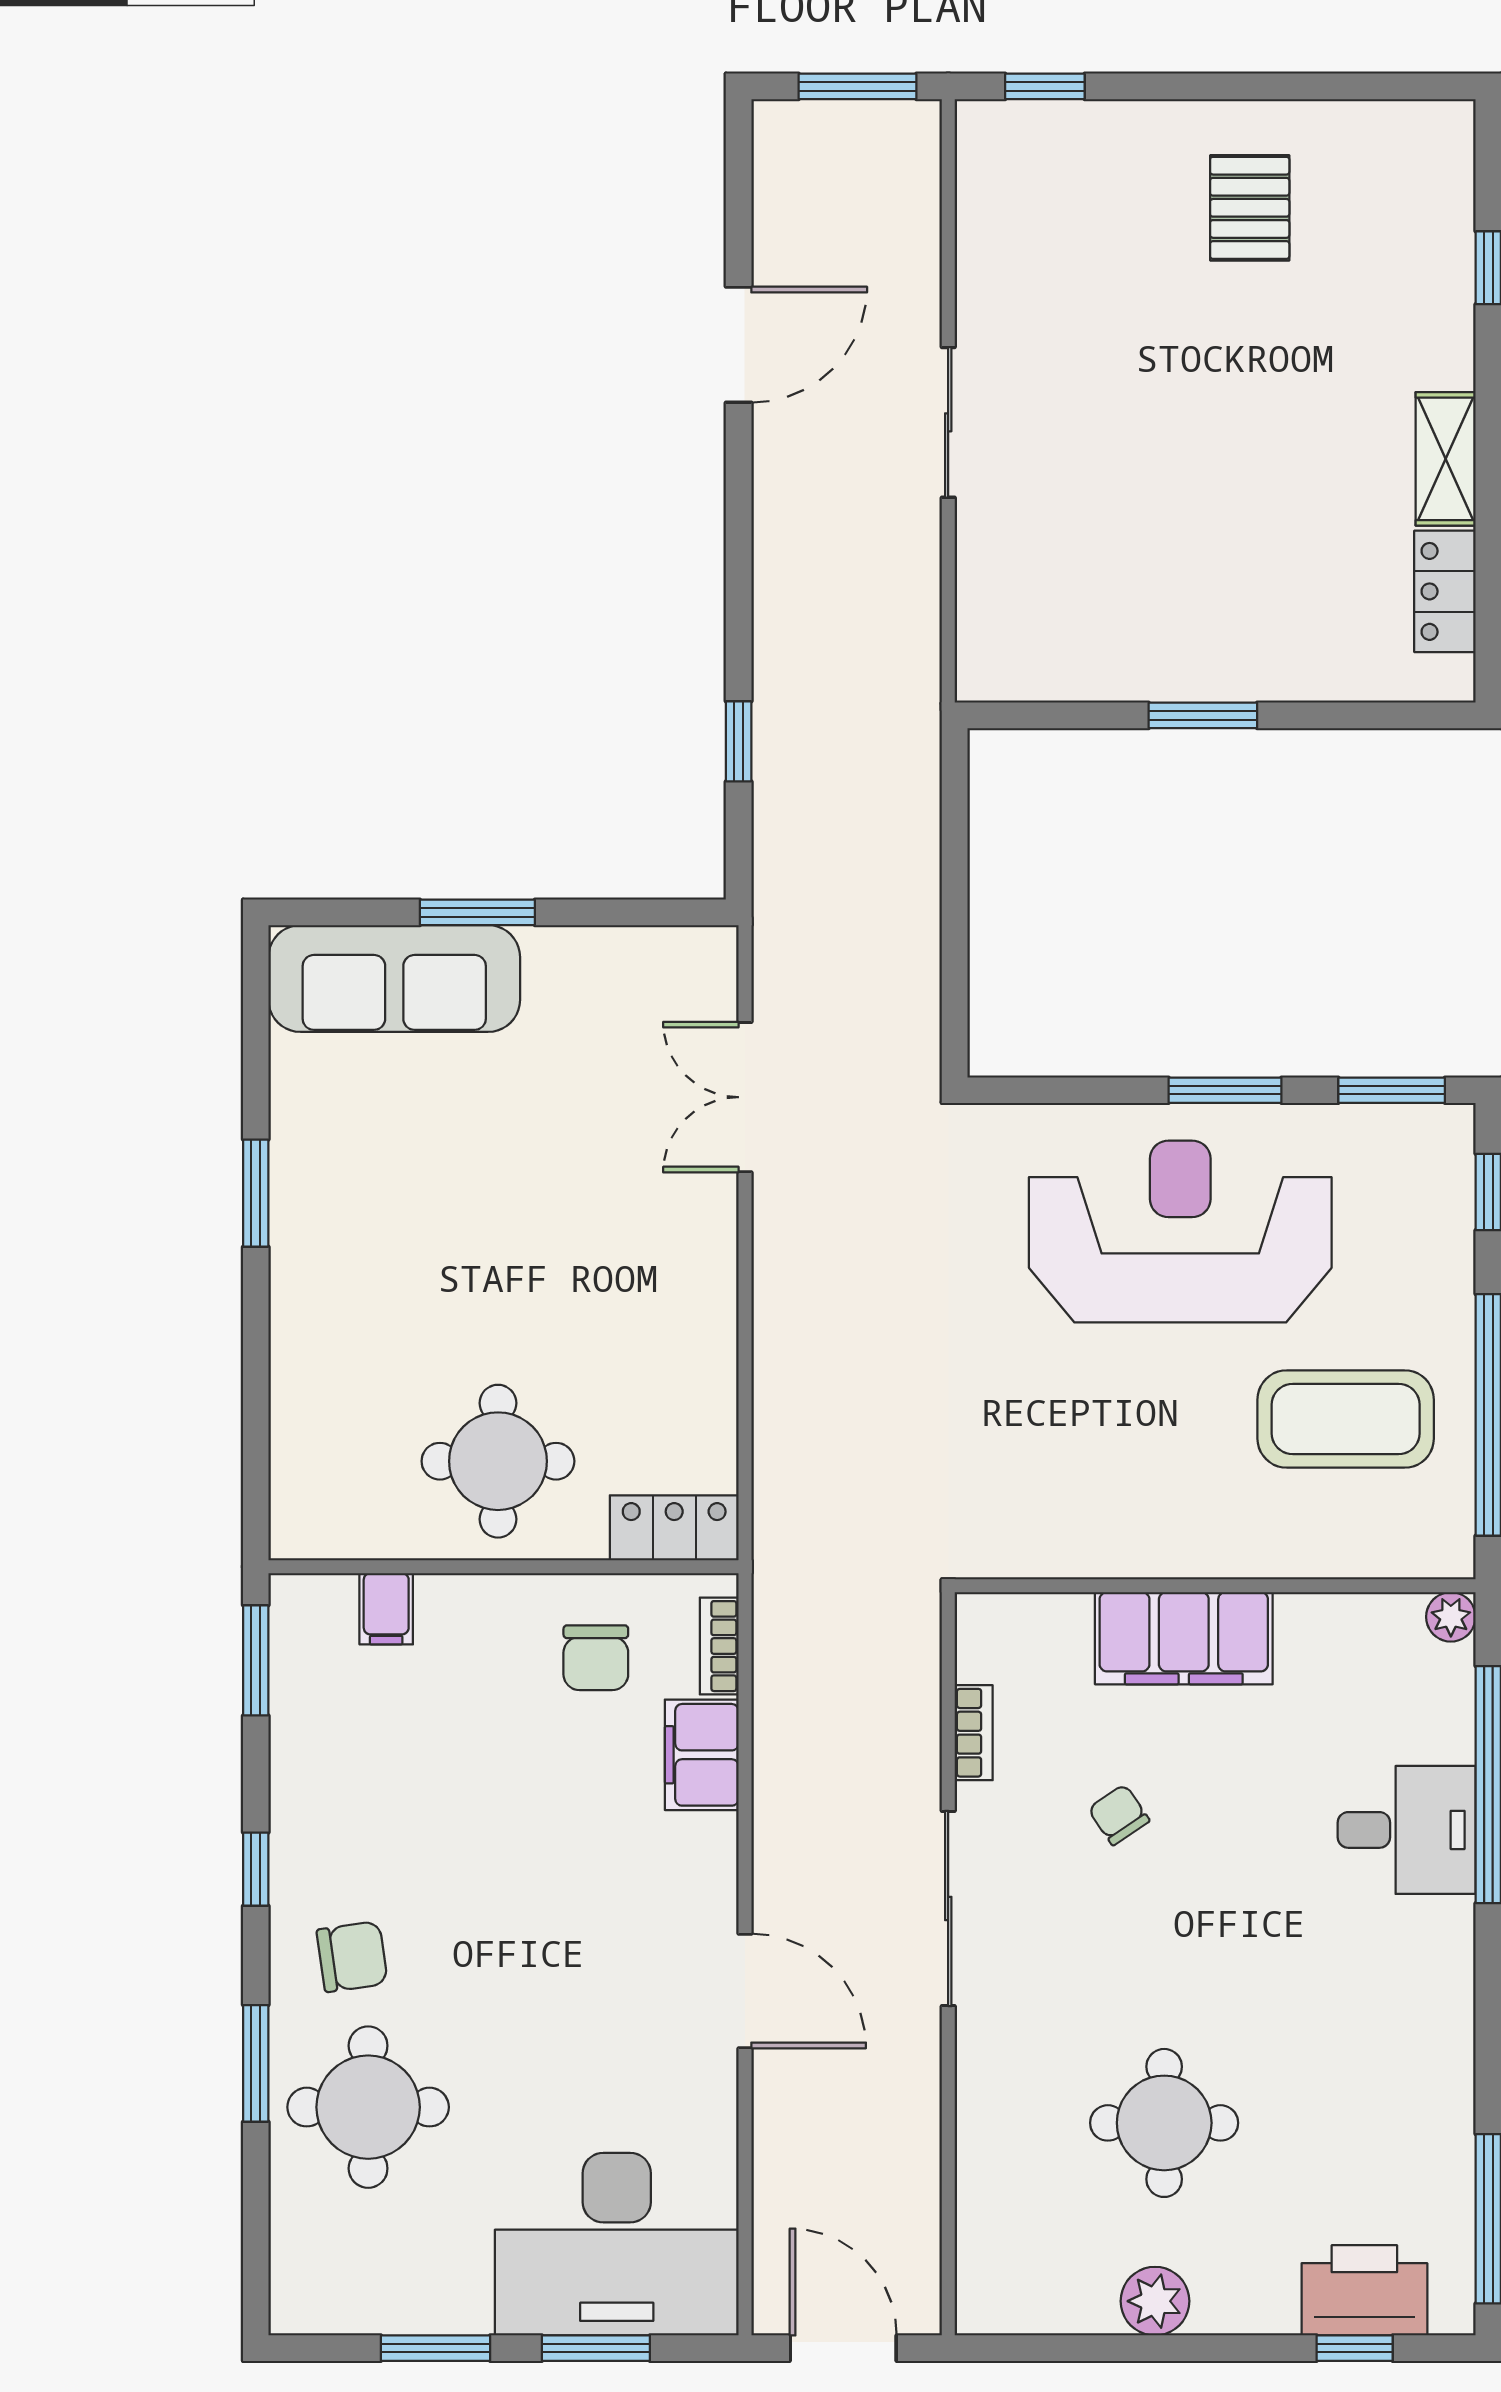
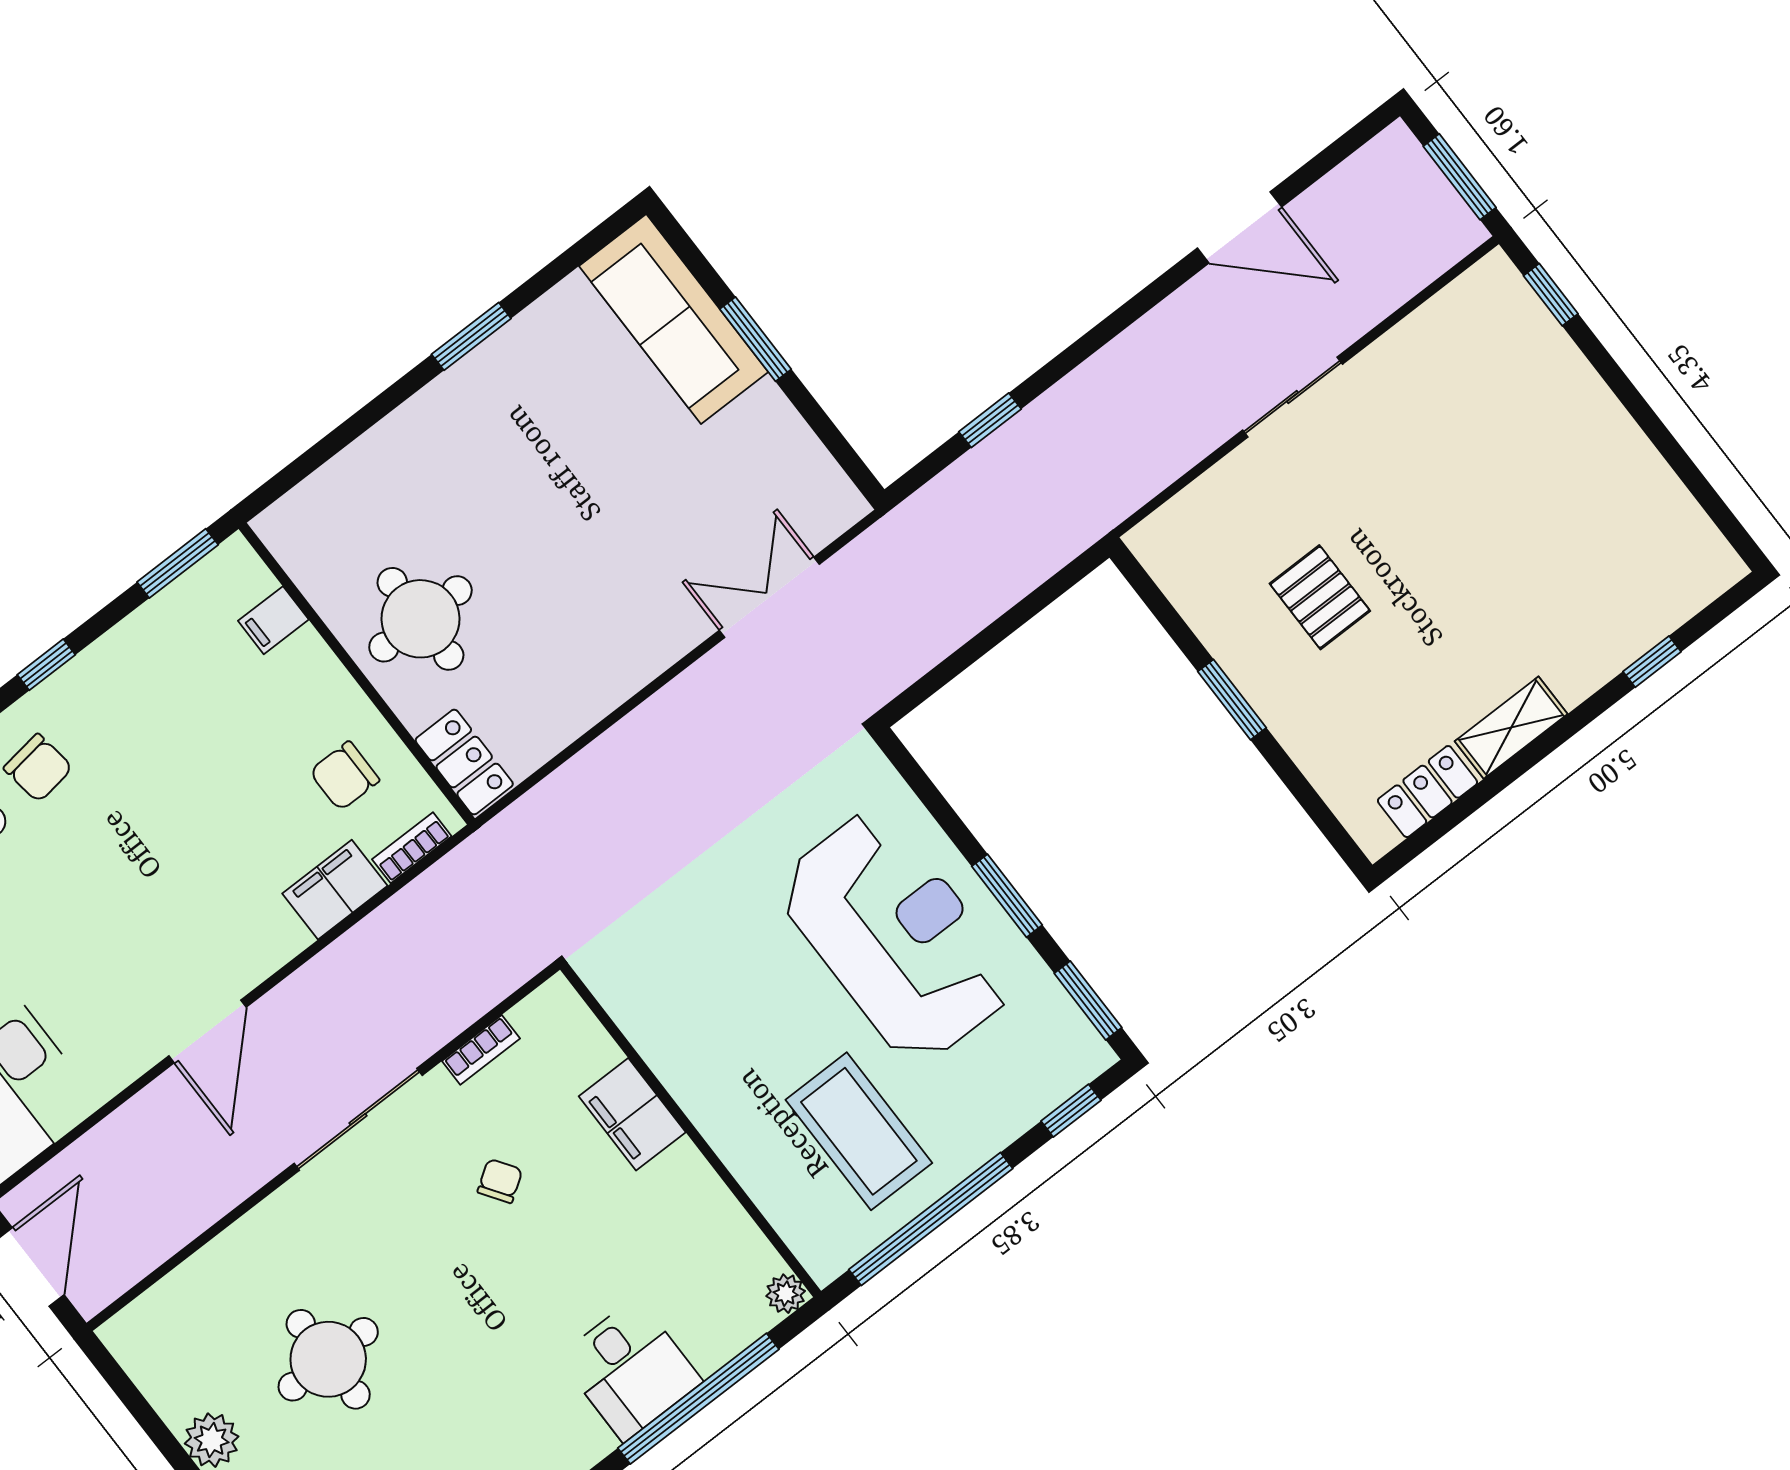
pallet: (1250, 208) -> (1320, 597), moved, turned 90
filing cabinet: (1184, 1638) -> (632, 1114), width x0.67, depth x0.86

